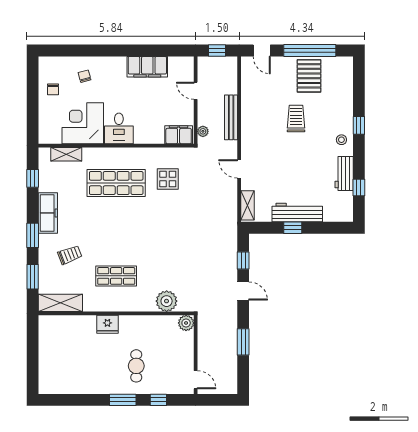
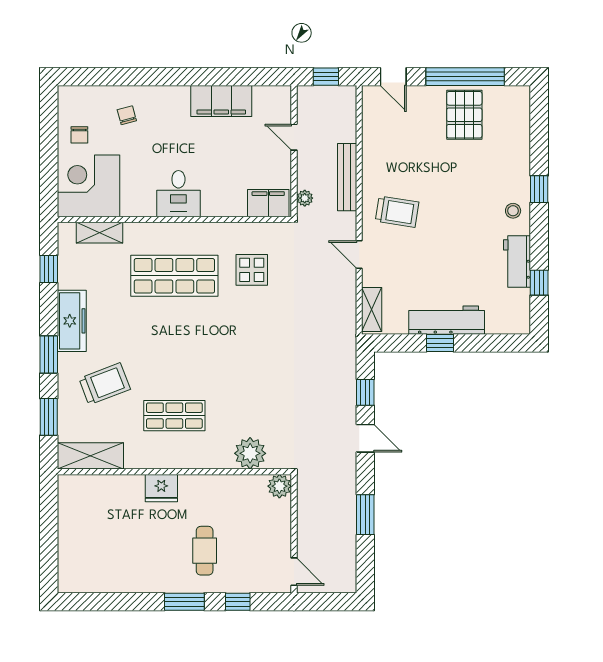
trolley: (296, 119) -> (397, 212), moved, turned 99
corner desk: (83, 123) -> (88, 186), moved
trolley: (70, 255) -> (105, 384), width x1.36, depth x1.39

